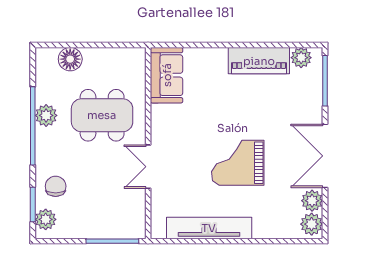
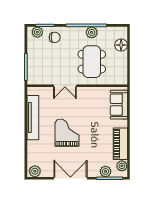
sofa: (167, 75) -> (119, 105), moved, turned 90
double door: (148, 167) -> (65, 86), swing flipped
plant: (312, 201) -> (105, 171), moved

